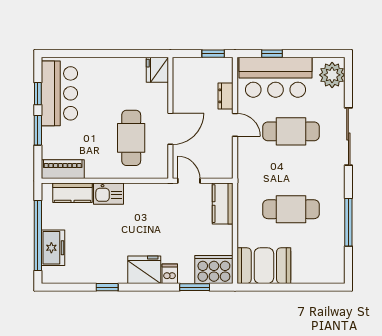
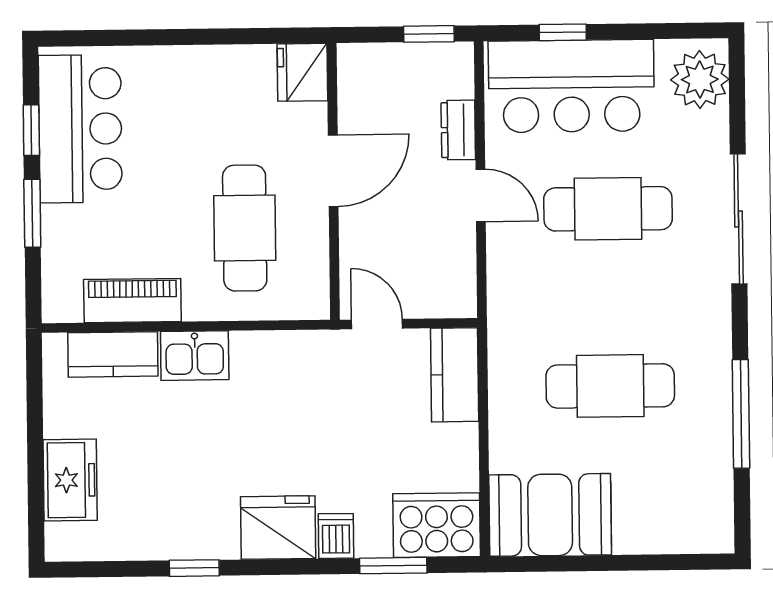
door: (170, 129) -> (333, 171), moved
piano: (63, 169) -> (132, 301), moved
window: (38, 235) -> (35, 453), removed

